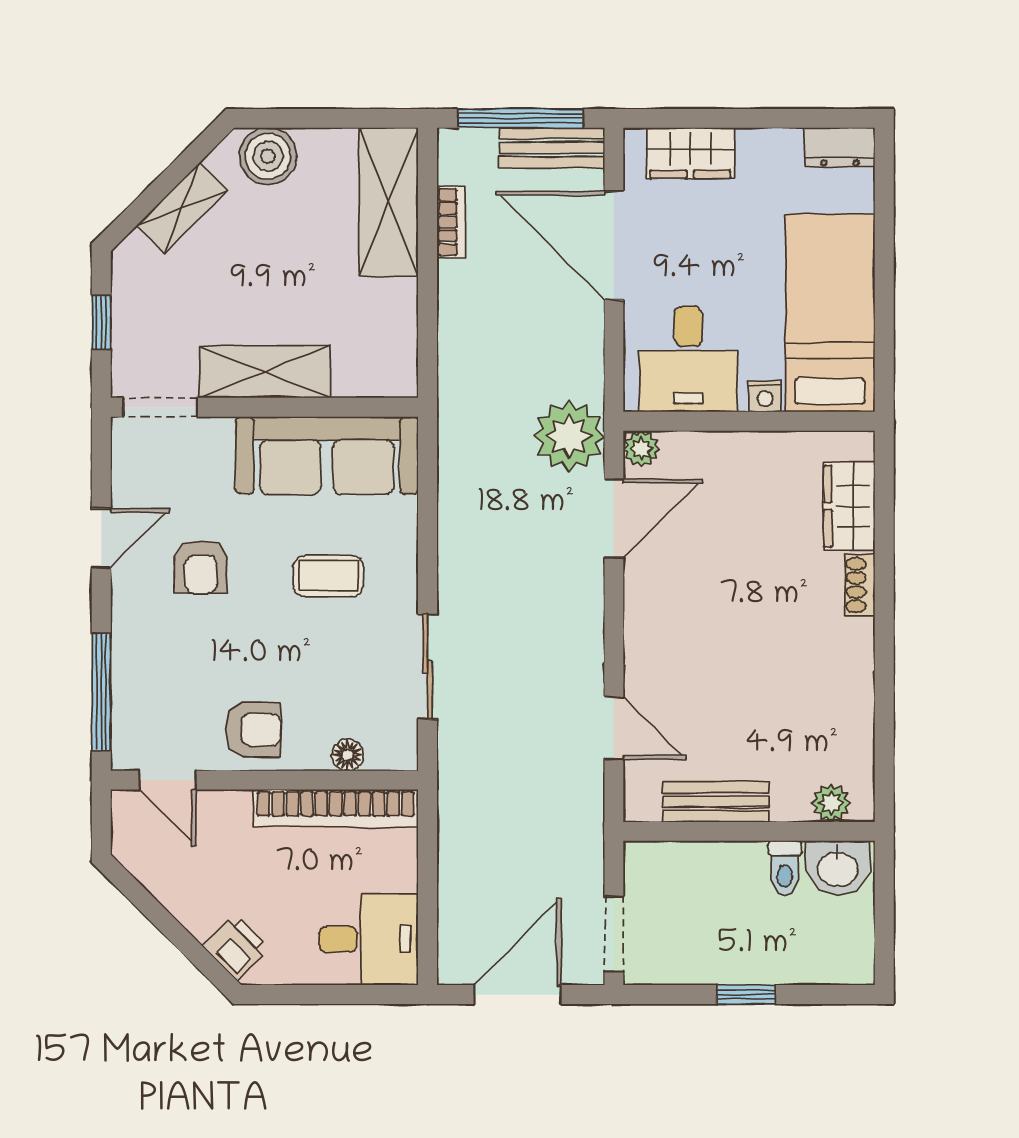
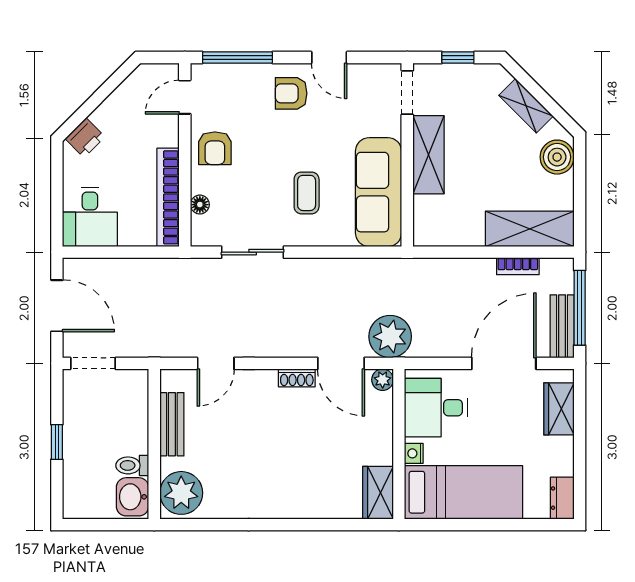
wardrobe: (849, 506) -> (378, 493), moved, turned -90
armchair: (201, 567) -> (291, 93), moved
shoe rack: (860, 585) -> (297, 378), moved, turned 180
plant: (831, 803) -> (181, 493), width x1.87, depth x1.87

